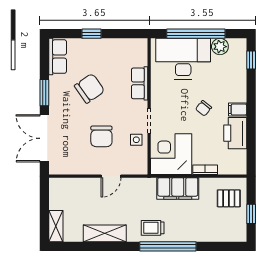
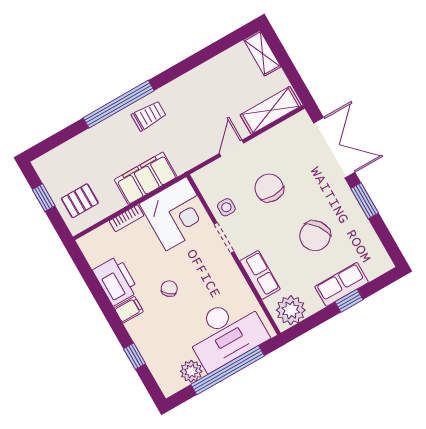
plant: (133, 49) -> (291, 310), added
row of seats: (58, 57) -> (342, 284), moved, turned 90
window: (251, 60) -> (135, 356), moved
shelving: (105, 233) -> (271, 110), moved

